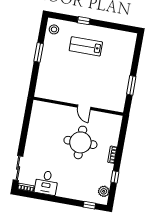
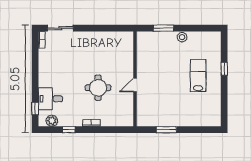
stool: (54, 29) -> (182, 37), moved
window: (39, 52) -> (164, 28), moved
round table: (80, 142) -> (98, 88), width x0.73, depth x0.73
desk: (46, 183) -> (50, 99), moved

